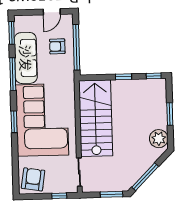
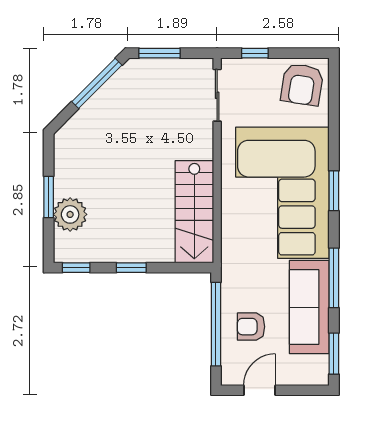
armchair: (57, 46) -> (251, 327), turned 180
stairs: (96, 118) -> (194, 212), width x0.73, depth x0.66
plant: (159, 139) -> (70, 214), moved

